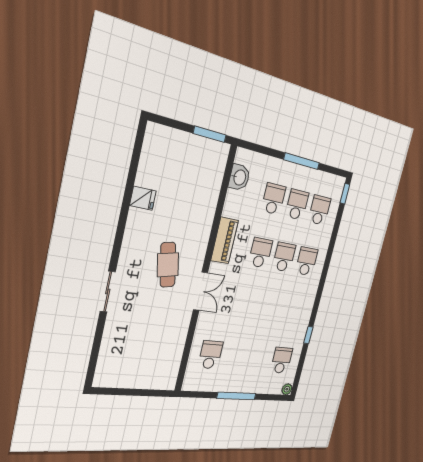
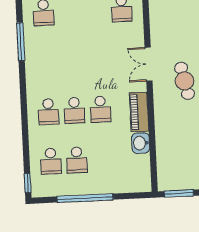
window: (302, 161) -> (85, 198), width x1.46
washbasin: (239, 177) -> (141, 143), moved
school desk: (274, 199) -> (103, 159), removed
window: (308, 335) -> (21, 42), width x2.17

